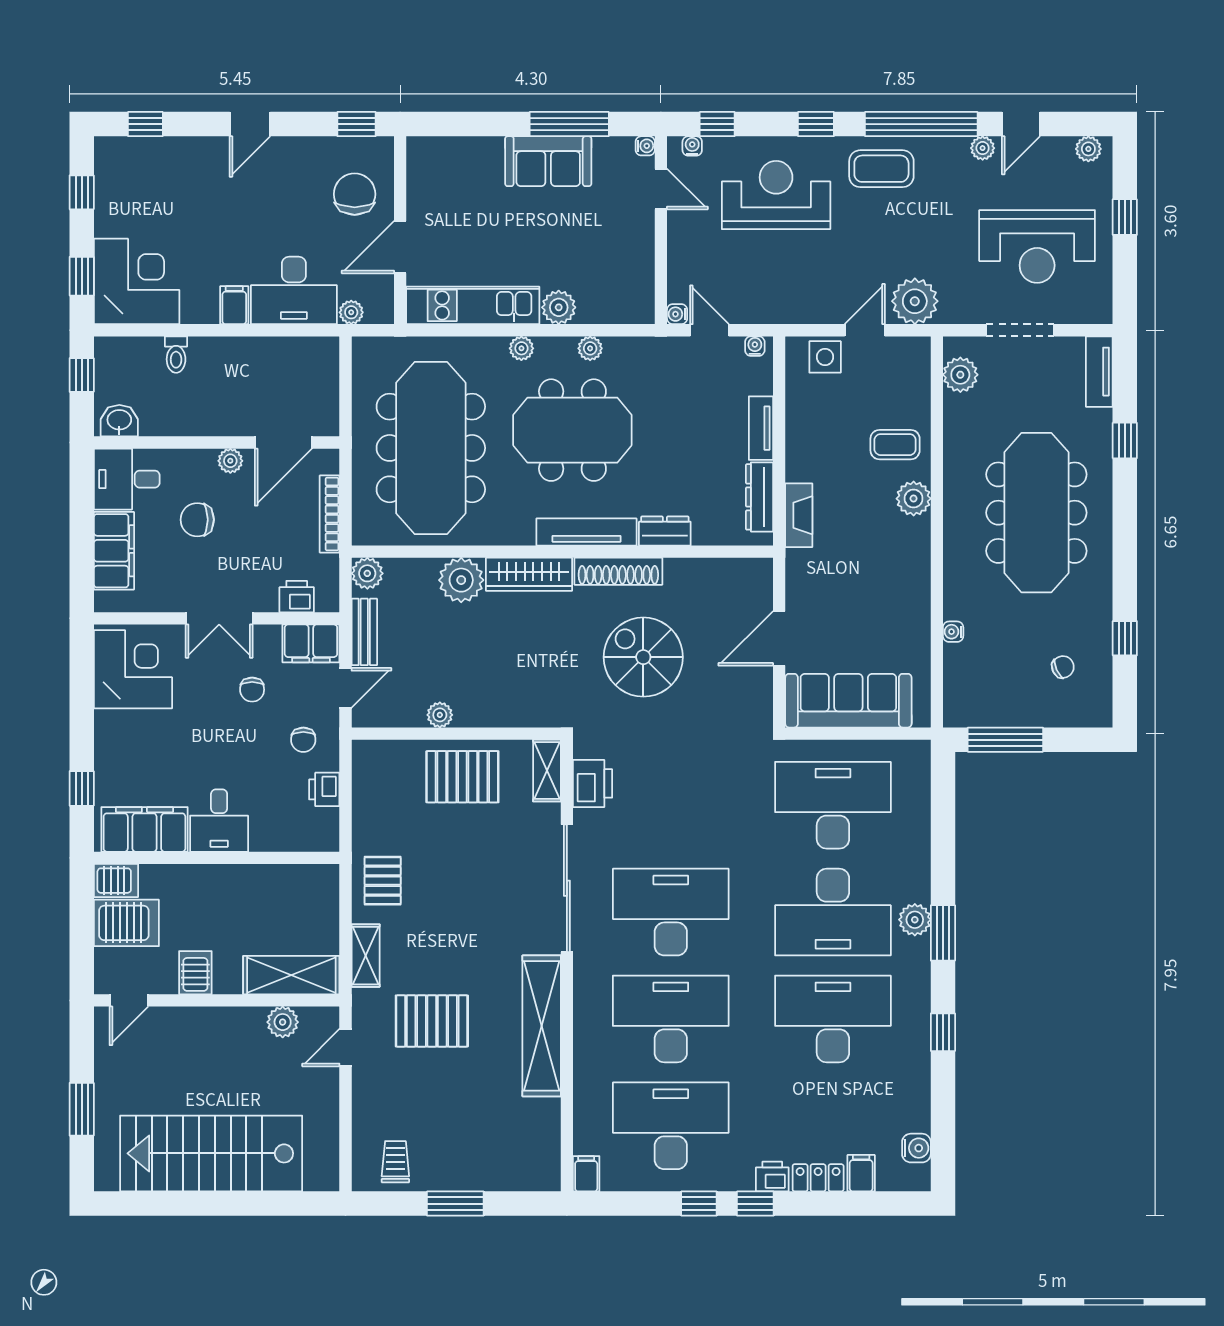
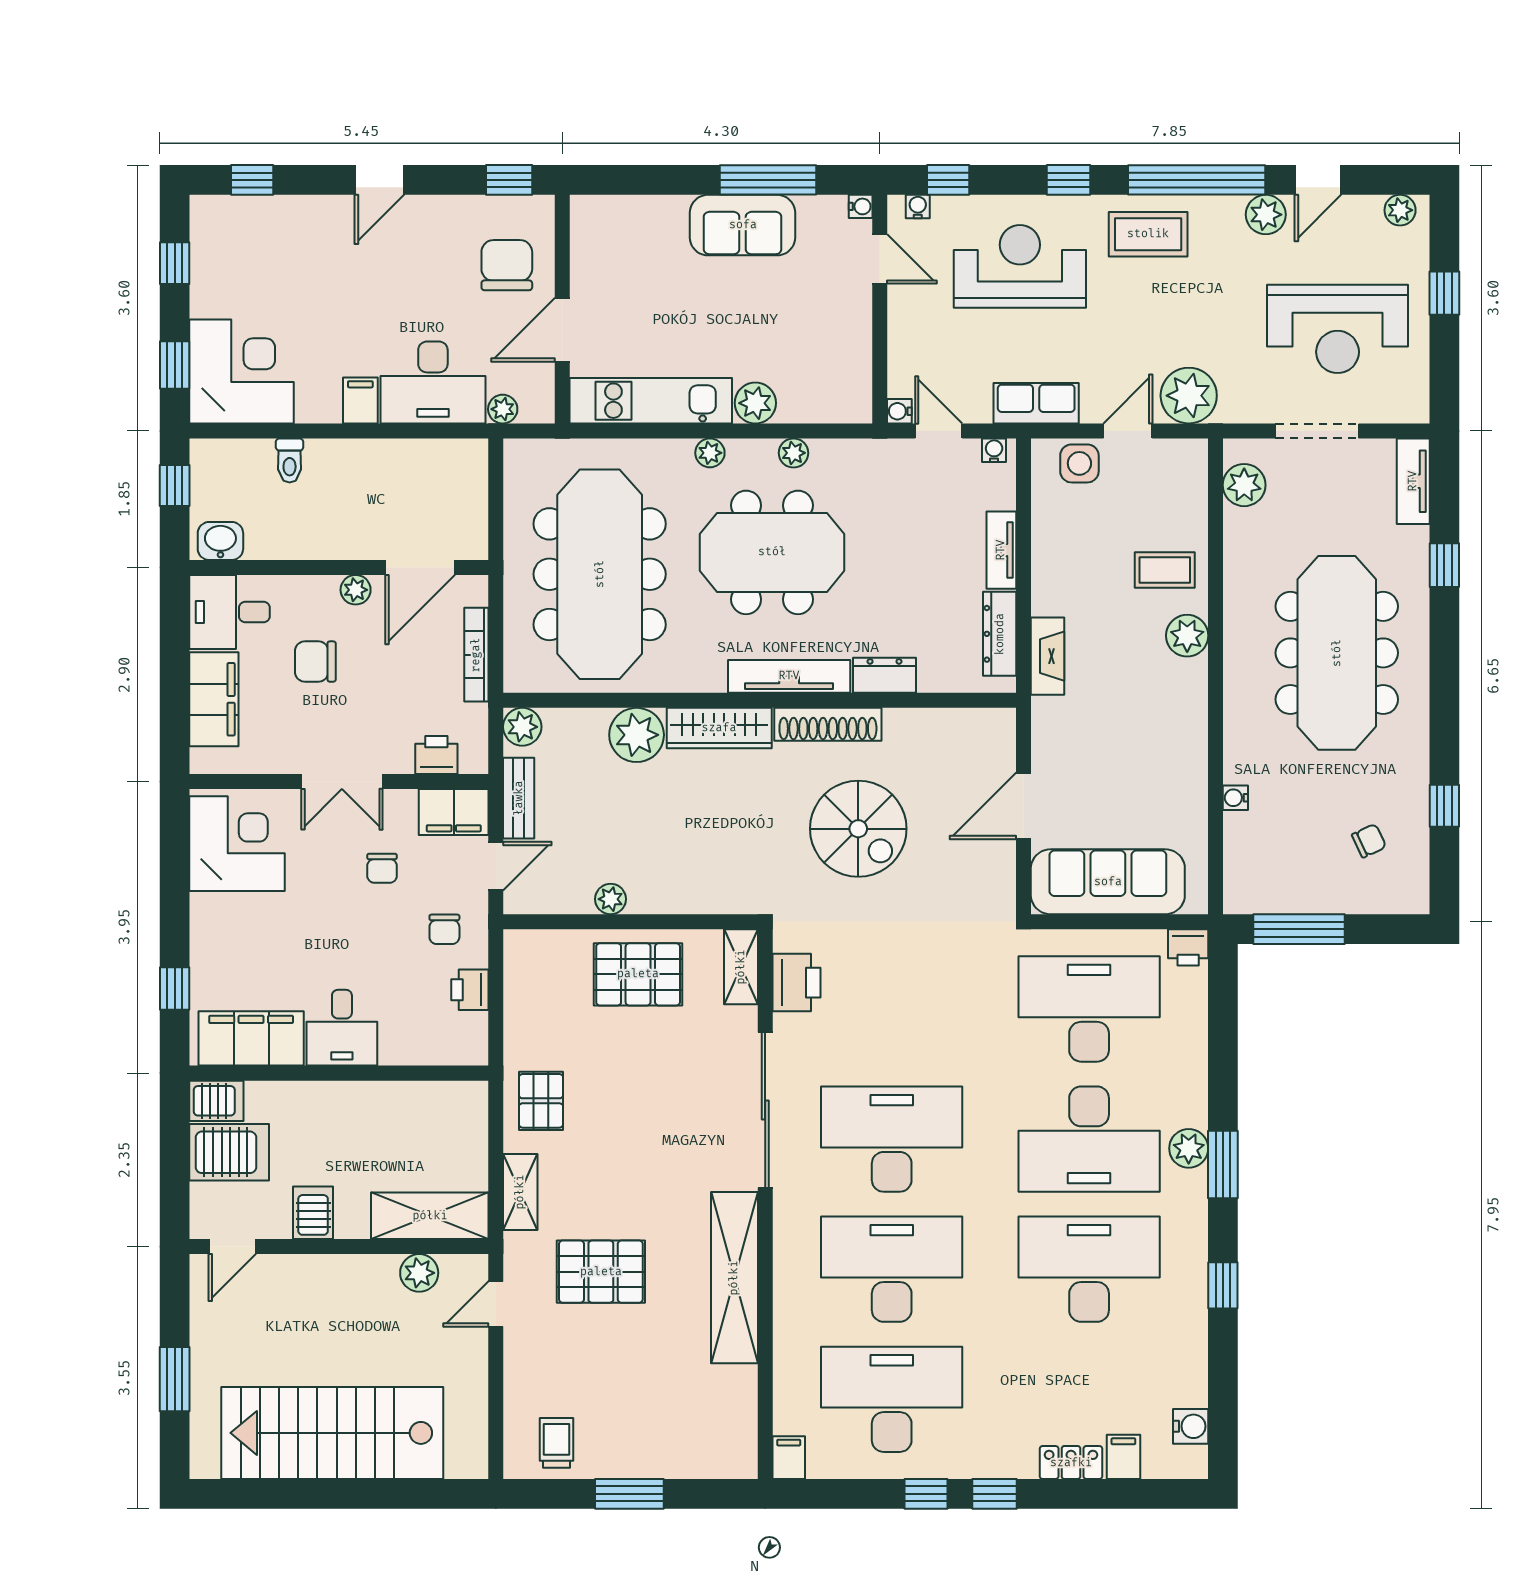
plant: (983, 148) -> (1266, 215), width x1.38, depth x1.38
row of seats: (789, 308) -> (1036, 403), added
spiral stairs: (643, 657) -> (858, 829), turned 180
printer: (772, 1176) -> (1188, 947), moved, turned 180

